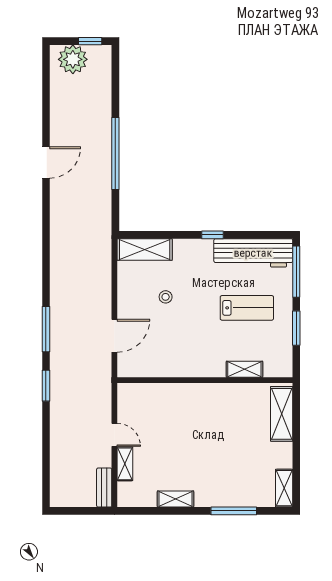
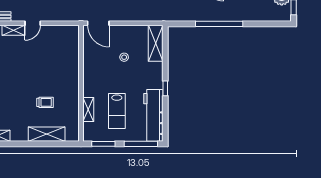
shelving: (244, 369) -> (88, 109), moved
wall: (205, 380) -> (81, 83), moved
trolley: (234, 416) -> (45, 102), added

